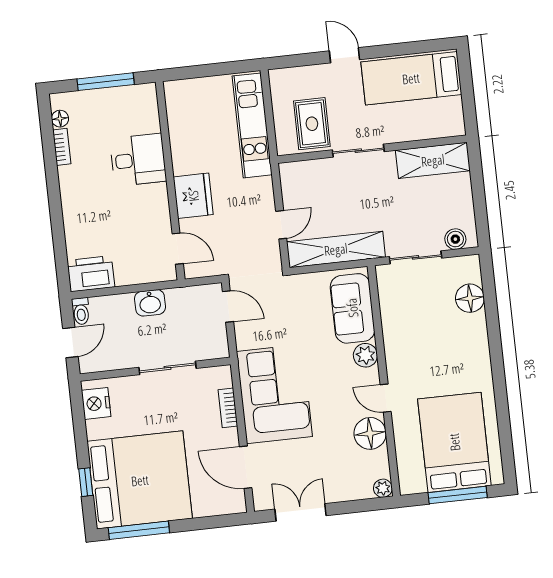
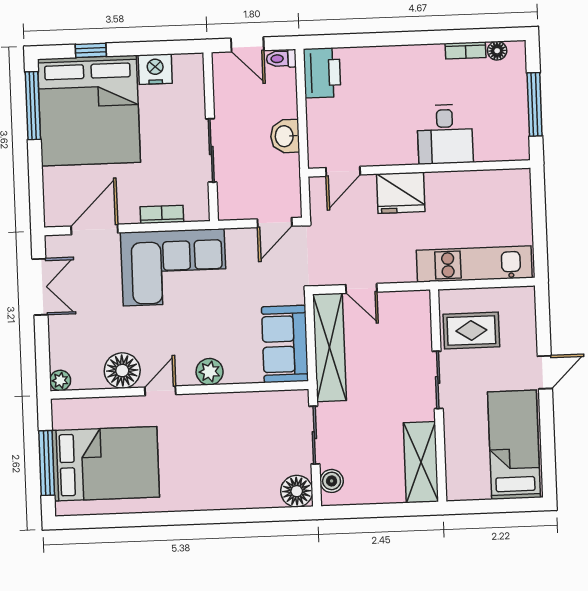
floor lamp: (470, 298) -> (297, 491), moved
sofa: (352, 308) -> (285, 344), moved, turned -90
nightstand: (96, 403) -> (155, 69), moved

